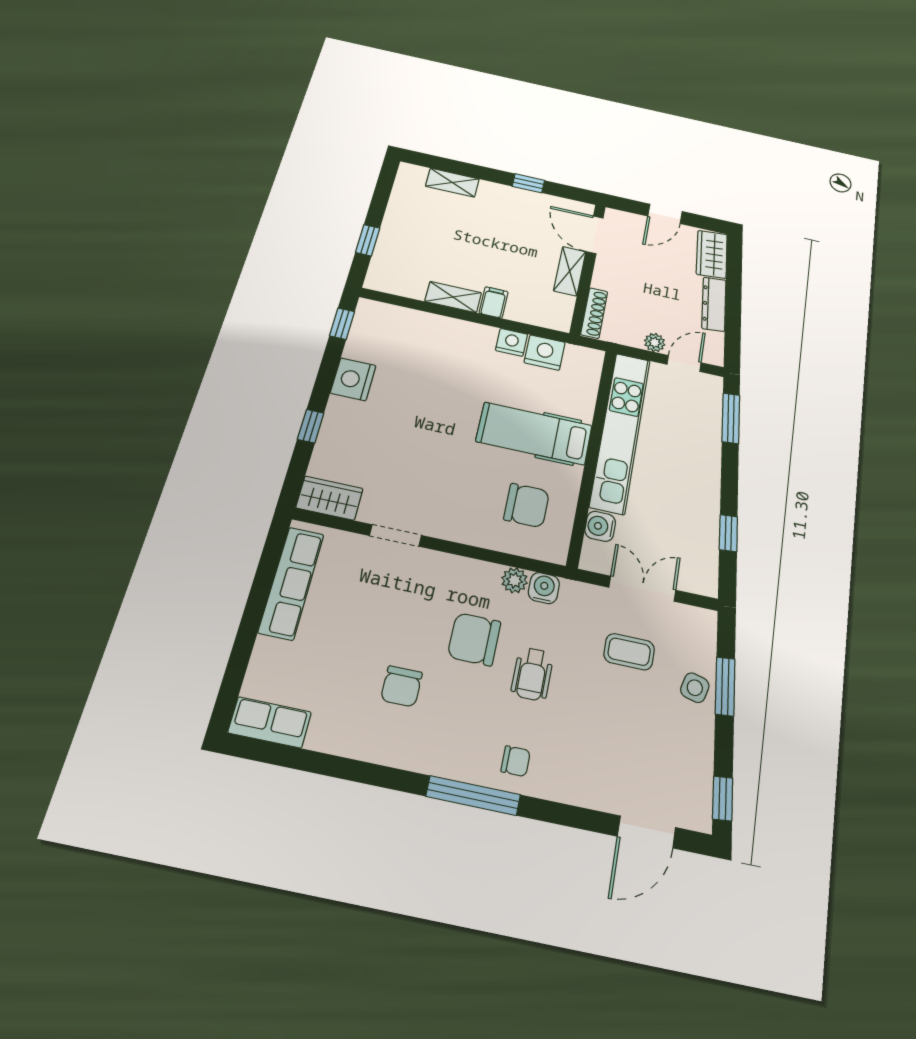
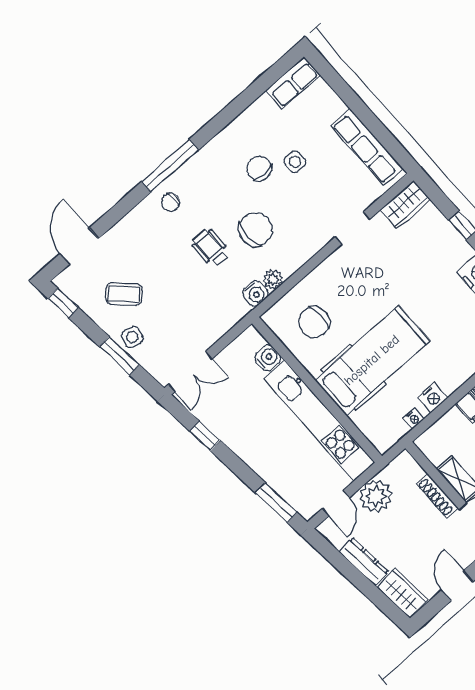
shoe rack: (594, 313) -> (437, 496), moved
plant: (655, 343) -> (376, 496), width x1.87, depth x1.87
nightstand: (545, 353) -> (414, 418), width x0.53, depth x0.56
hospital bed: (534, 433) -> (372, 360), width x1.37, depth x1.29
double door: (642, 589) -> (190, 372), moved
side table: (365, 651) -> (295, 162), added
coffee table: (629, 652) -> (124, 294), moved, turned 45

